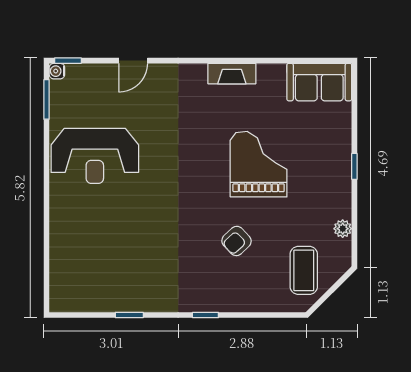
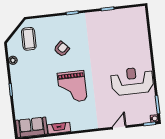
fireplace: (232, 74) -> (59, 128), moved
grand piano: (259, 164) -> (72, 87), moved

